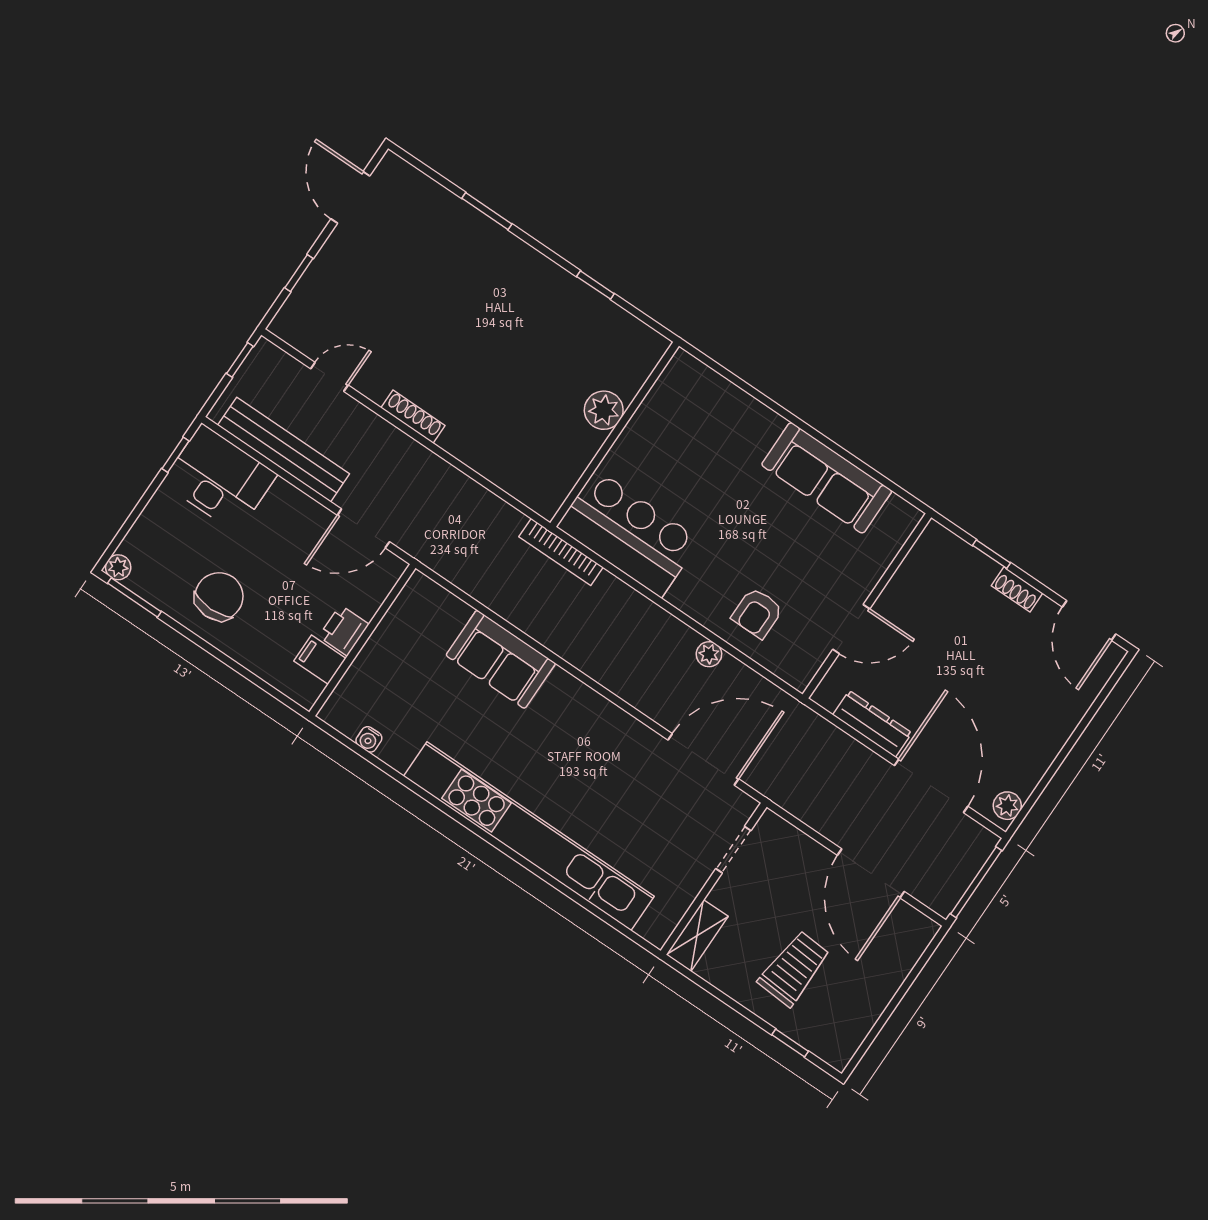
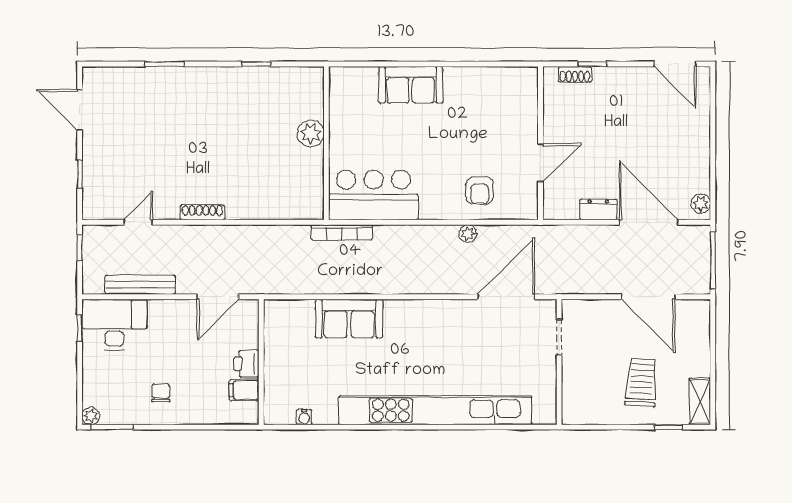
bench: (284, 450) -> (140, 285), width x0.73, depth x0.82
sofa: (827, 478) -> (411, 85), moved, width x0.73
shoe rack: (1017, 589) -> (575, 74), moved
chair: (219, 596) -> (161, 393), width x0.54, depth x0.54
dresser: (872, 724) -> (598, 210), width x0.70
shelving: (697, 936) -> (700, 401), moved

